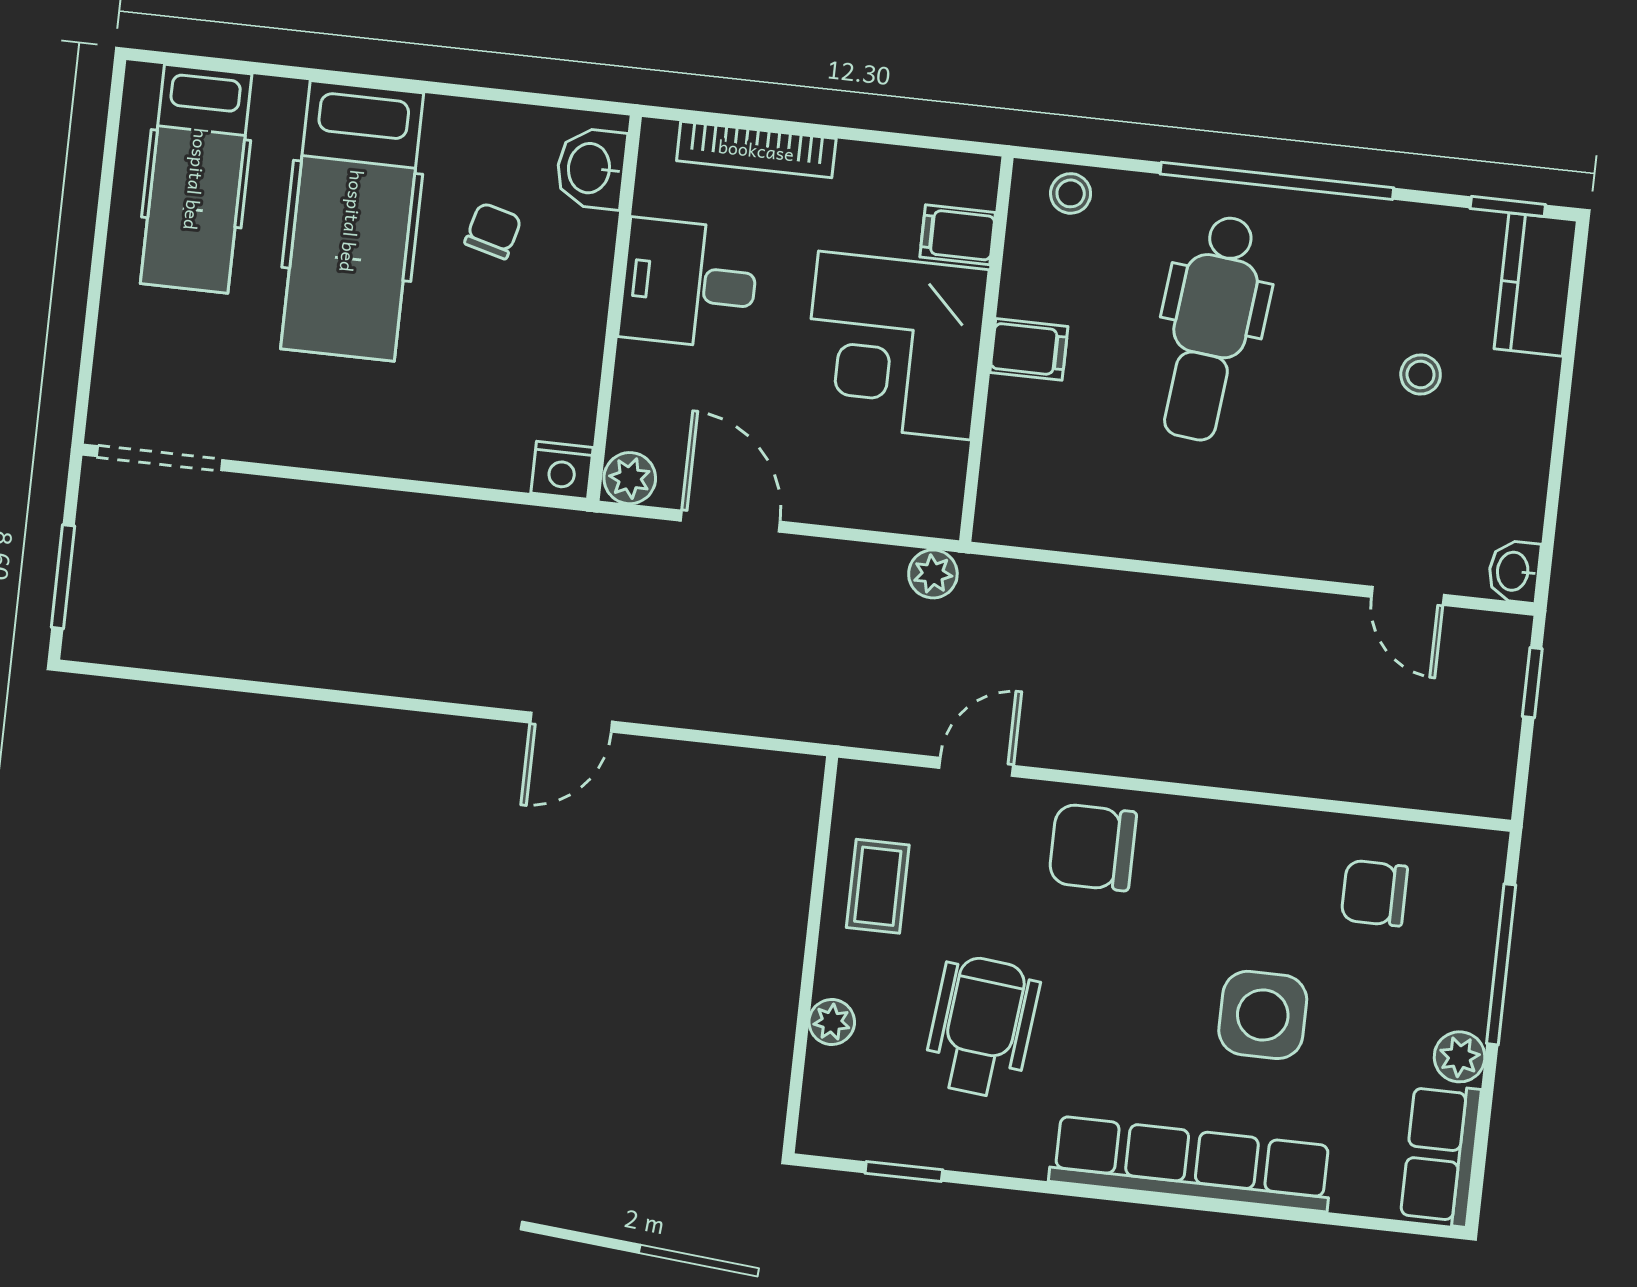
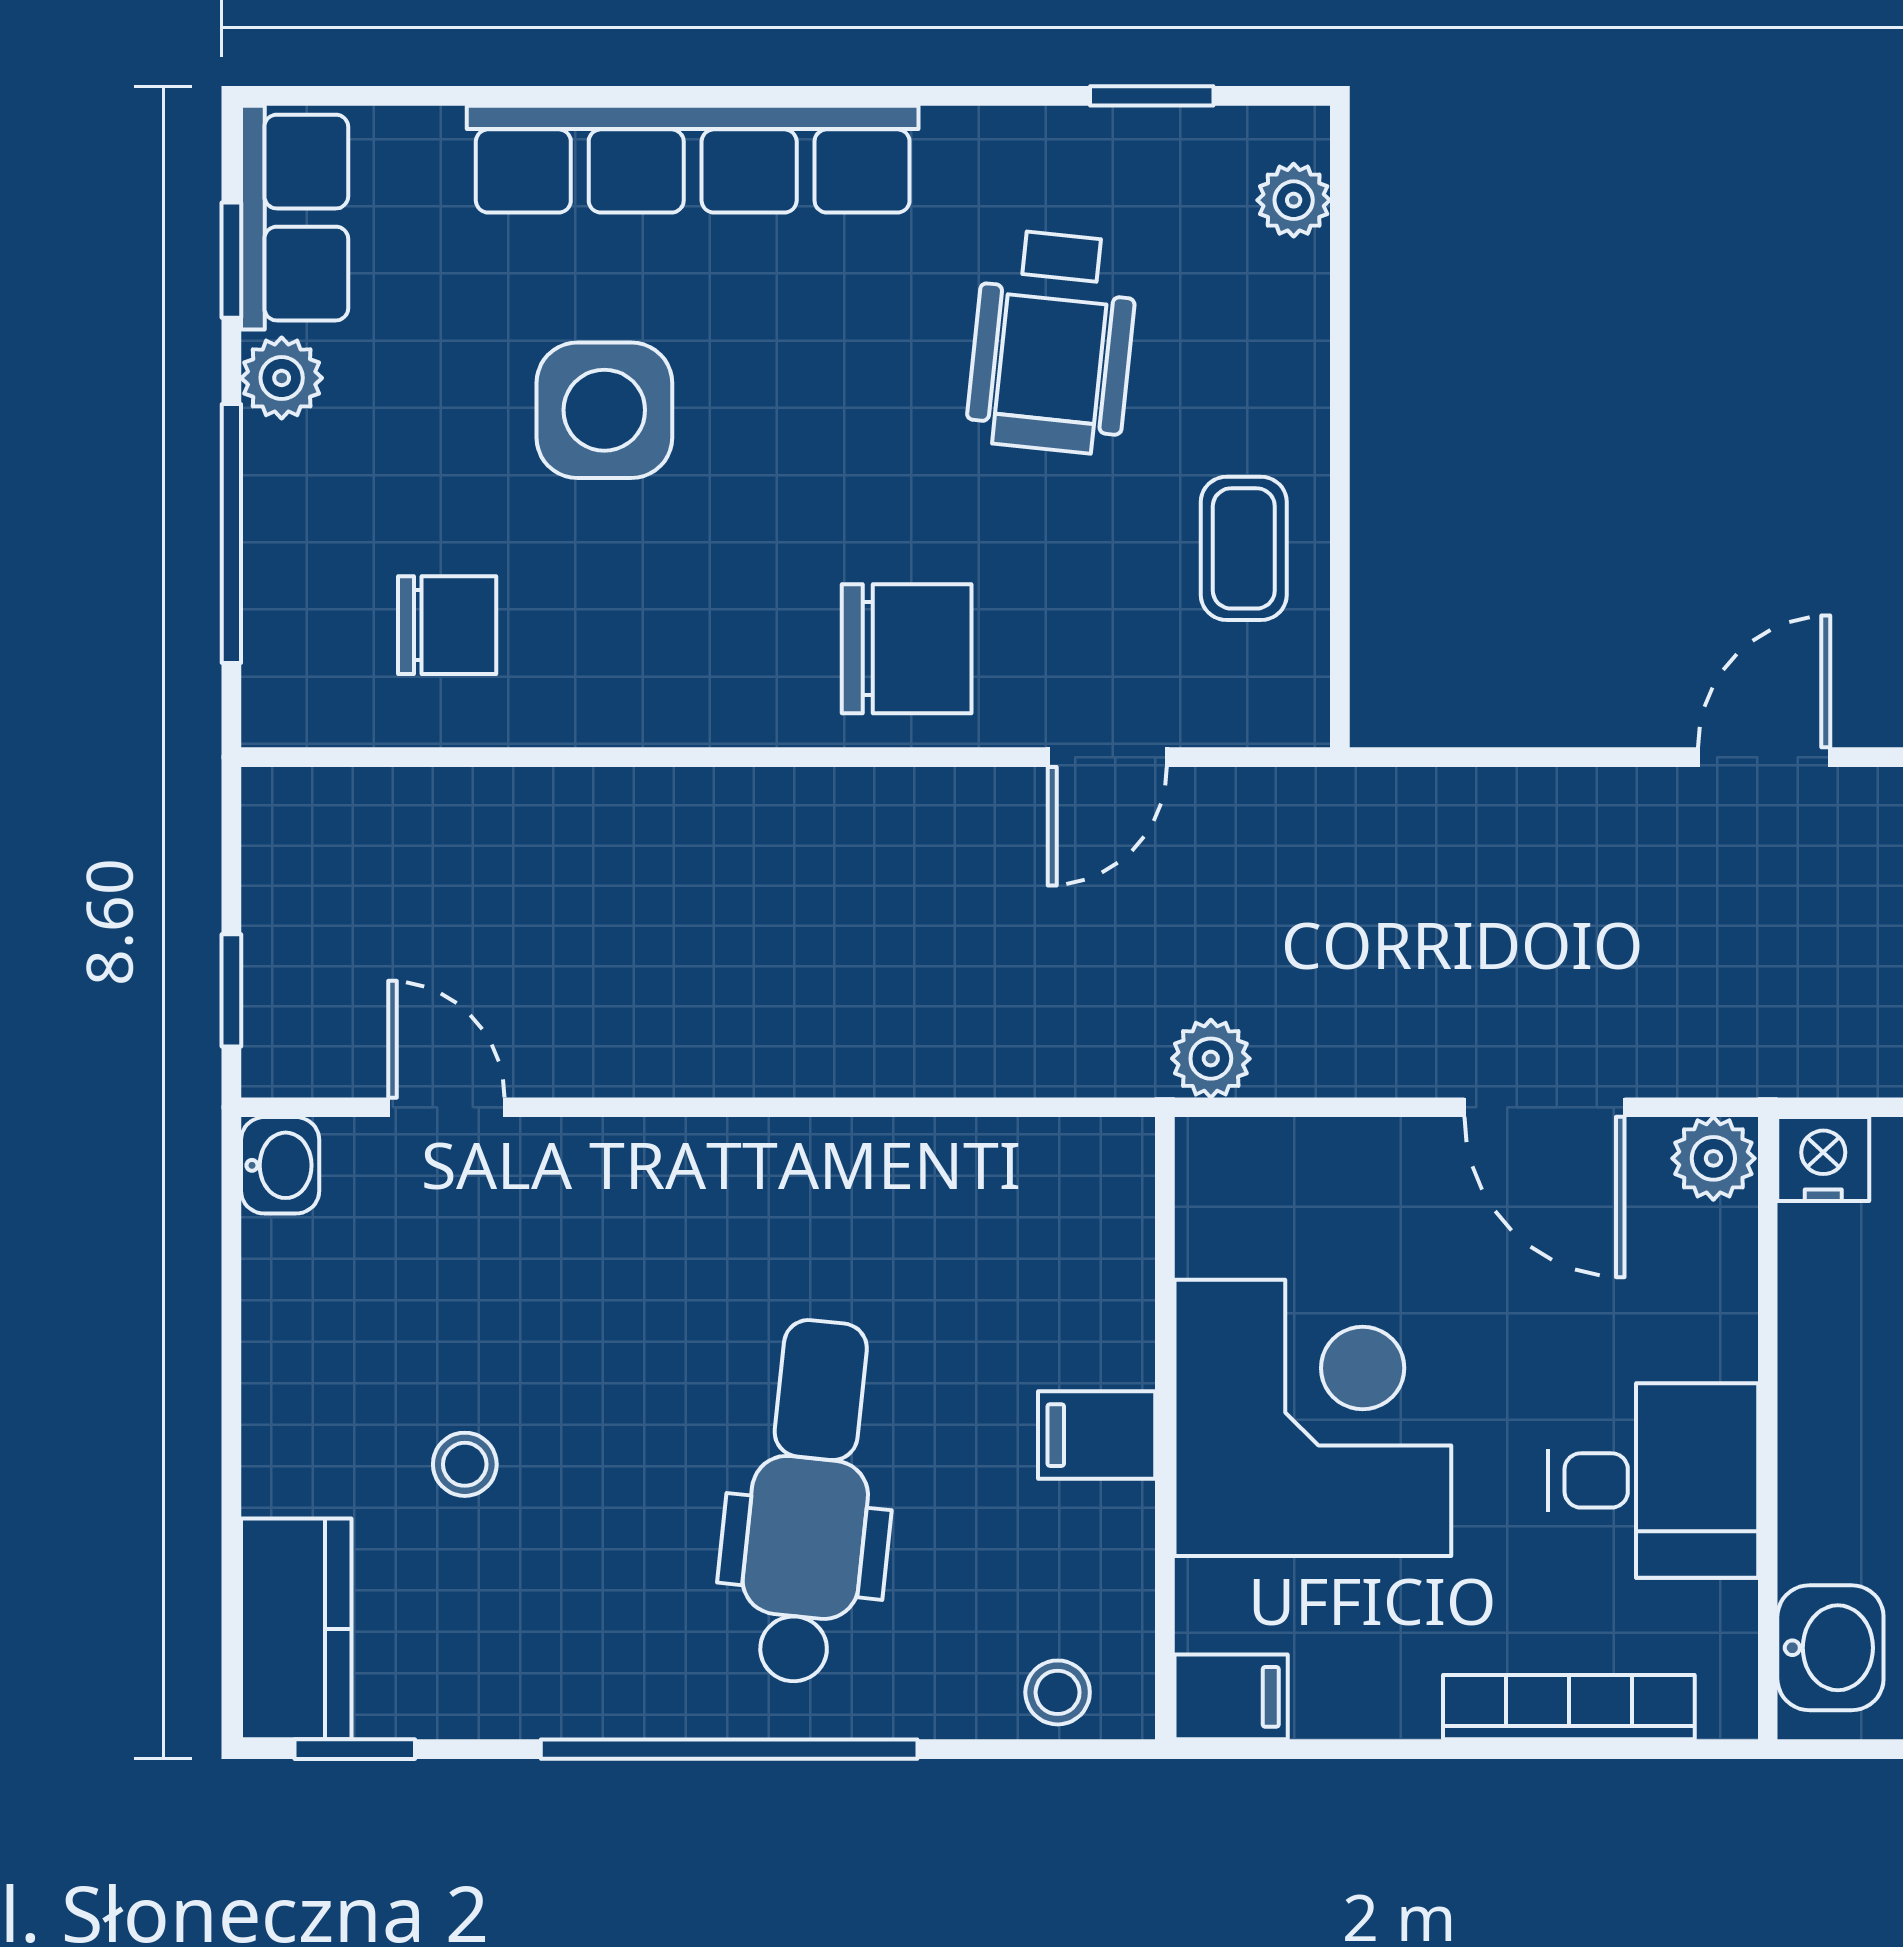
filing cabinet: (958, 235) -> (1231, 1697), moved
plant: (832, 1022) -> (1294, 200), moved
window: (1483, 1133) -> (231, 260), added

